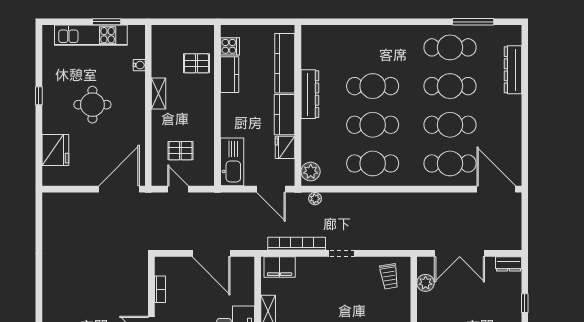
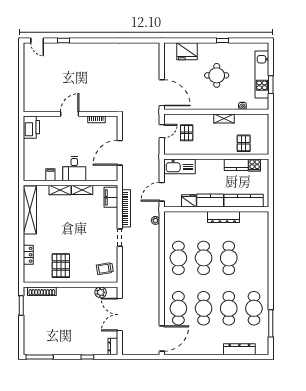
plant: (311, 172) -> (173, 217), removed

